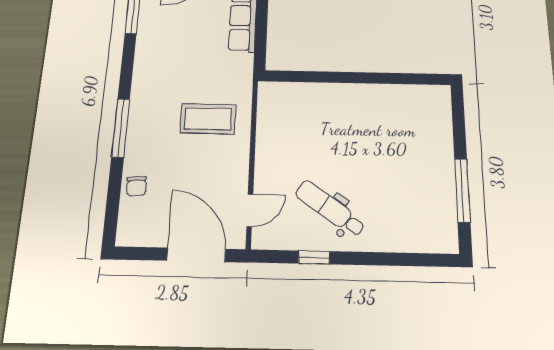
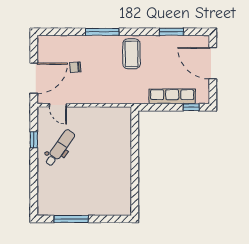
coffee table: (208, 119) -> (131, 54), moved
chair: (137, 186) -> (75, 67), moved

